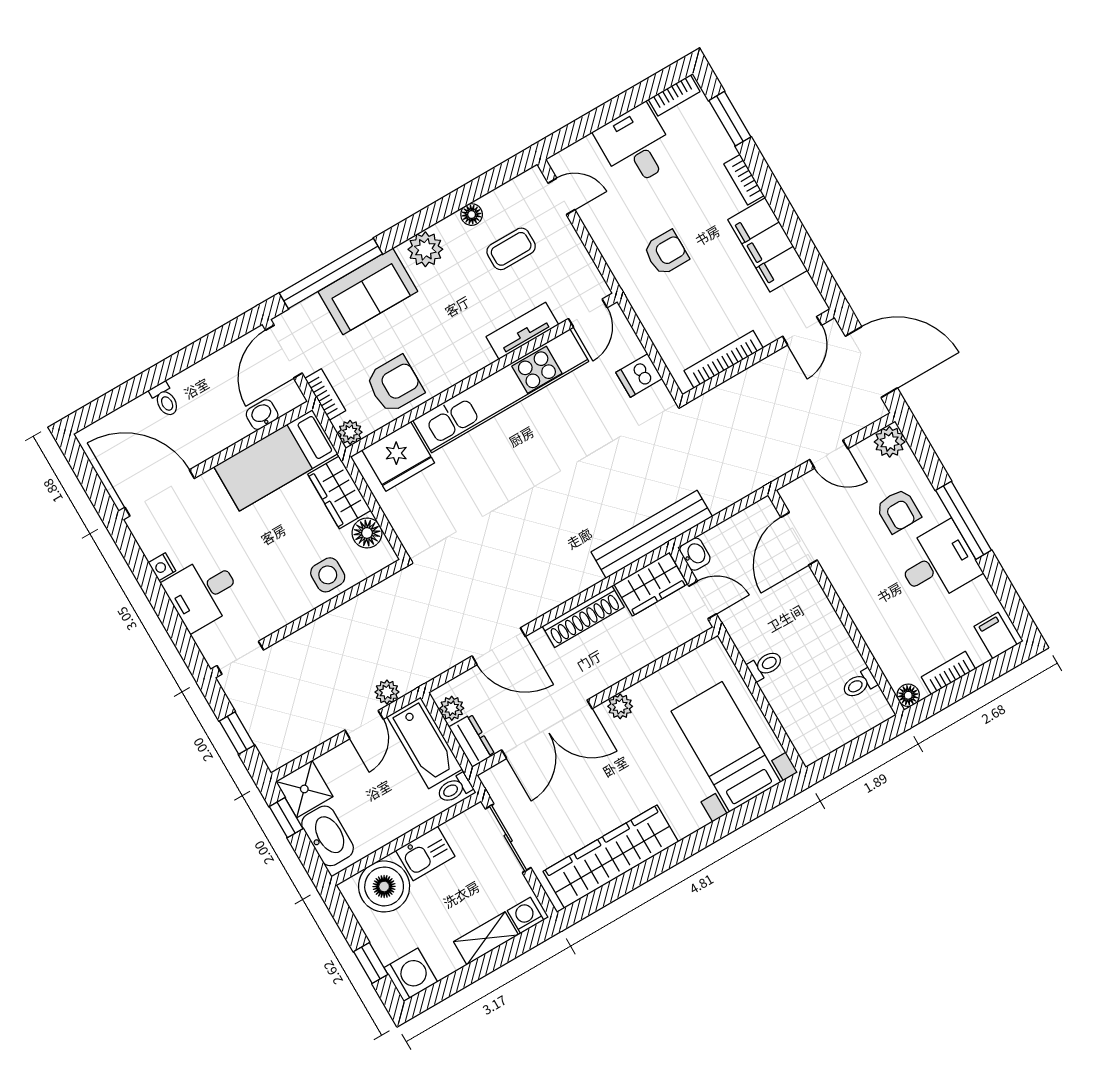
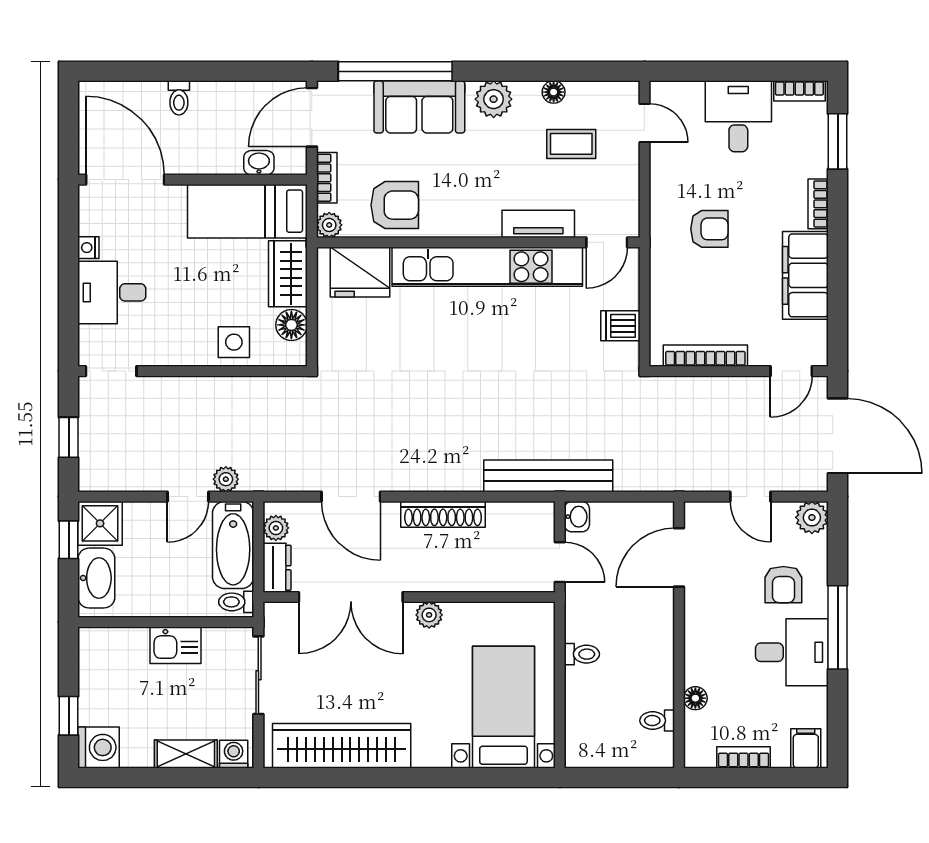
wardrobe: (651, 584) -> (521, 521), removed
floor lamp: (908, 695) -> (695, 698), moved
boiler: (384, 886) -> (121, 654), removed

